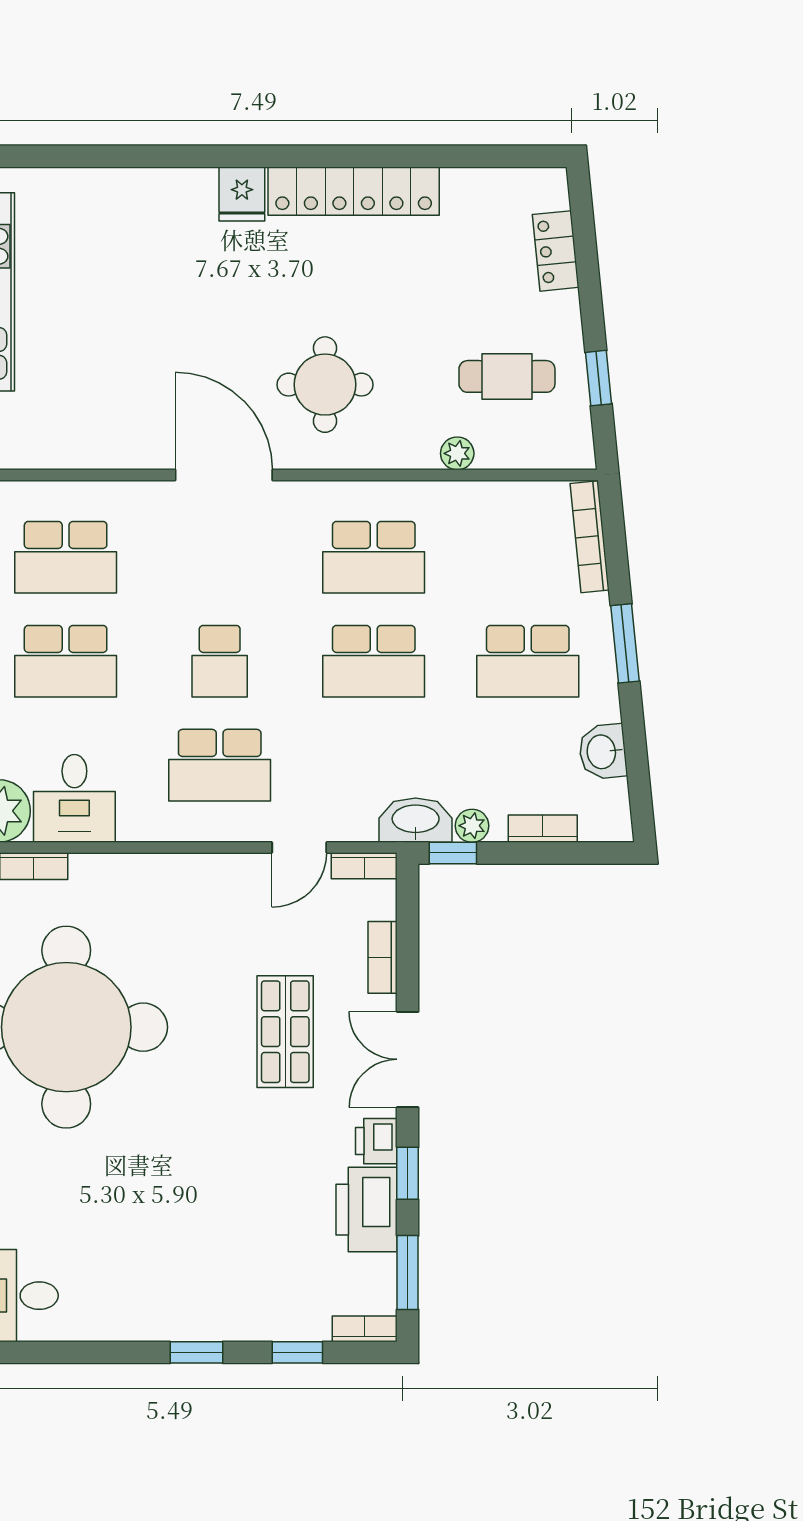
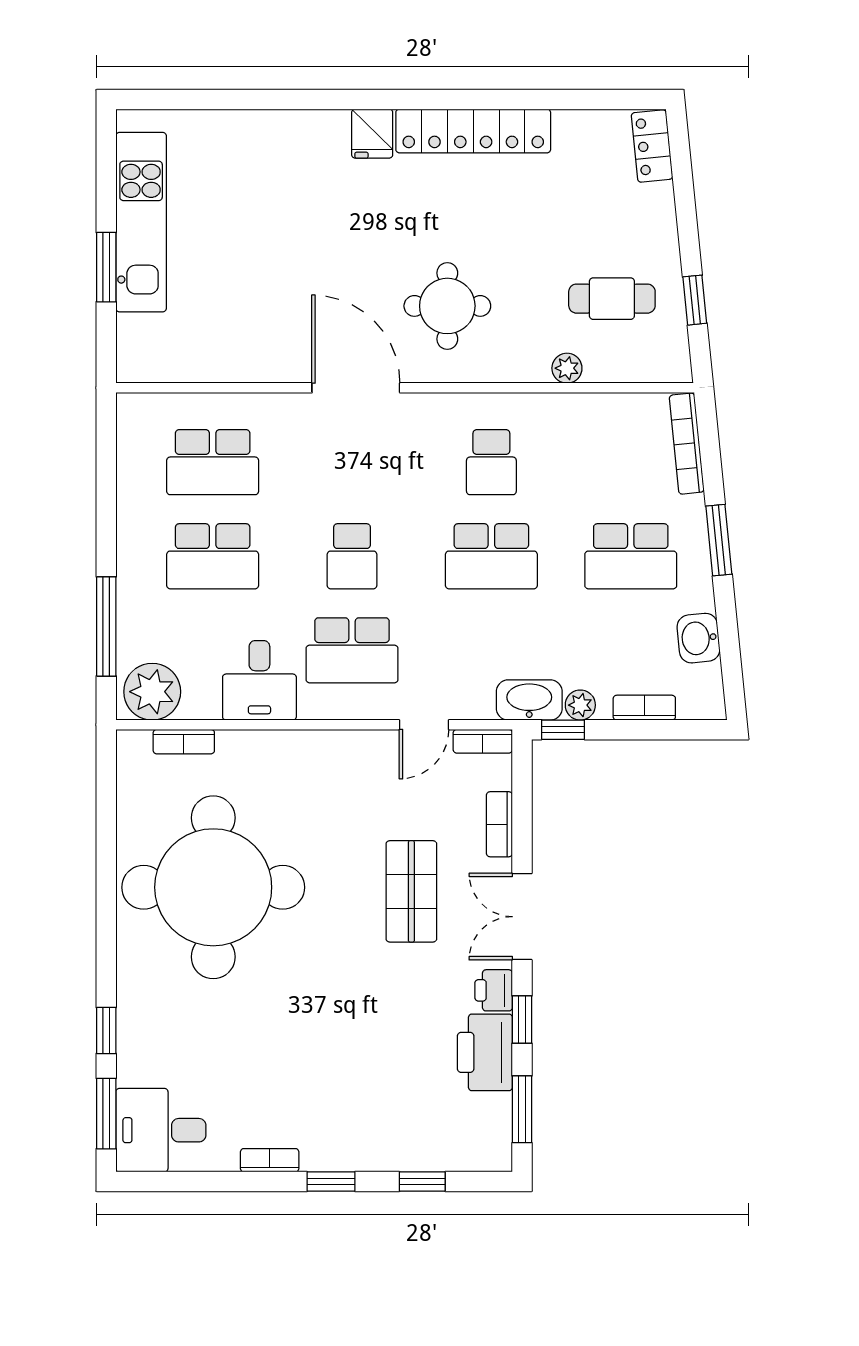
locker: (556, 251) -> (652, 146), moved
school desk: (374, 557) -> (491, 462), width x0.54
desk: (74, 798) -> (259, 680), moved
bookcase: (365, 1329) -> (270, 1160), moved

